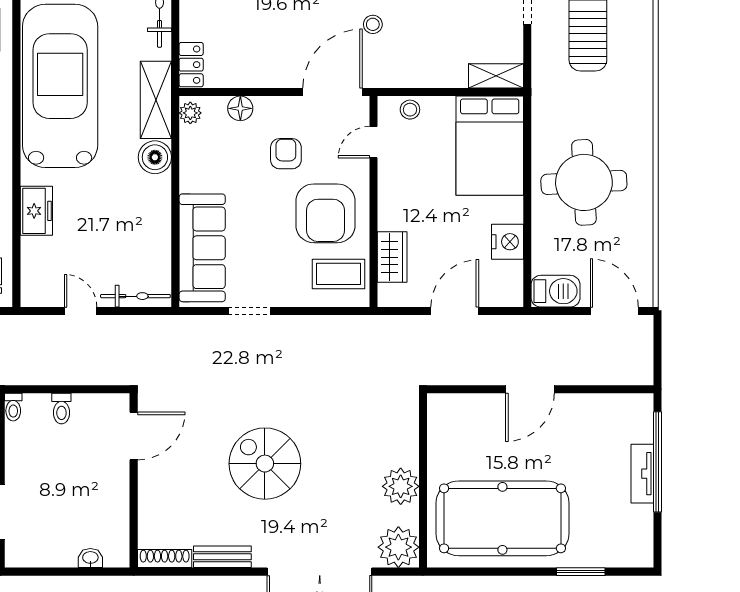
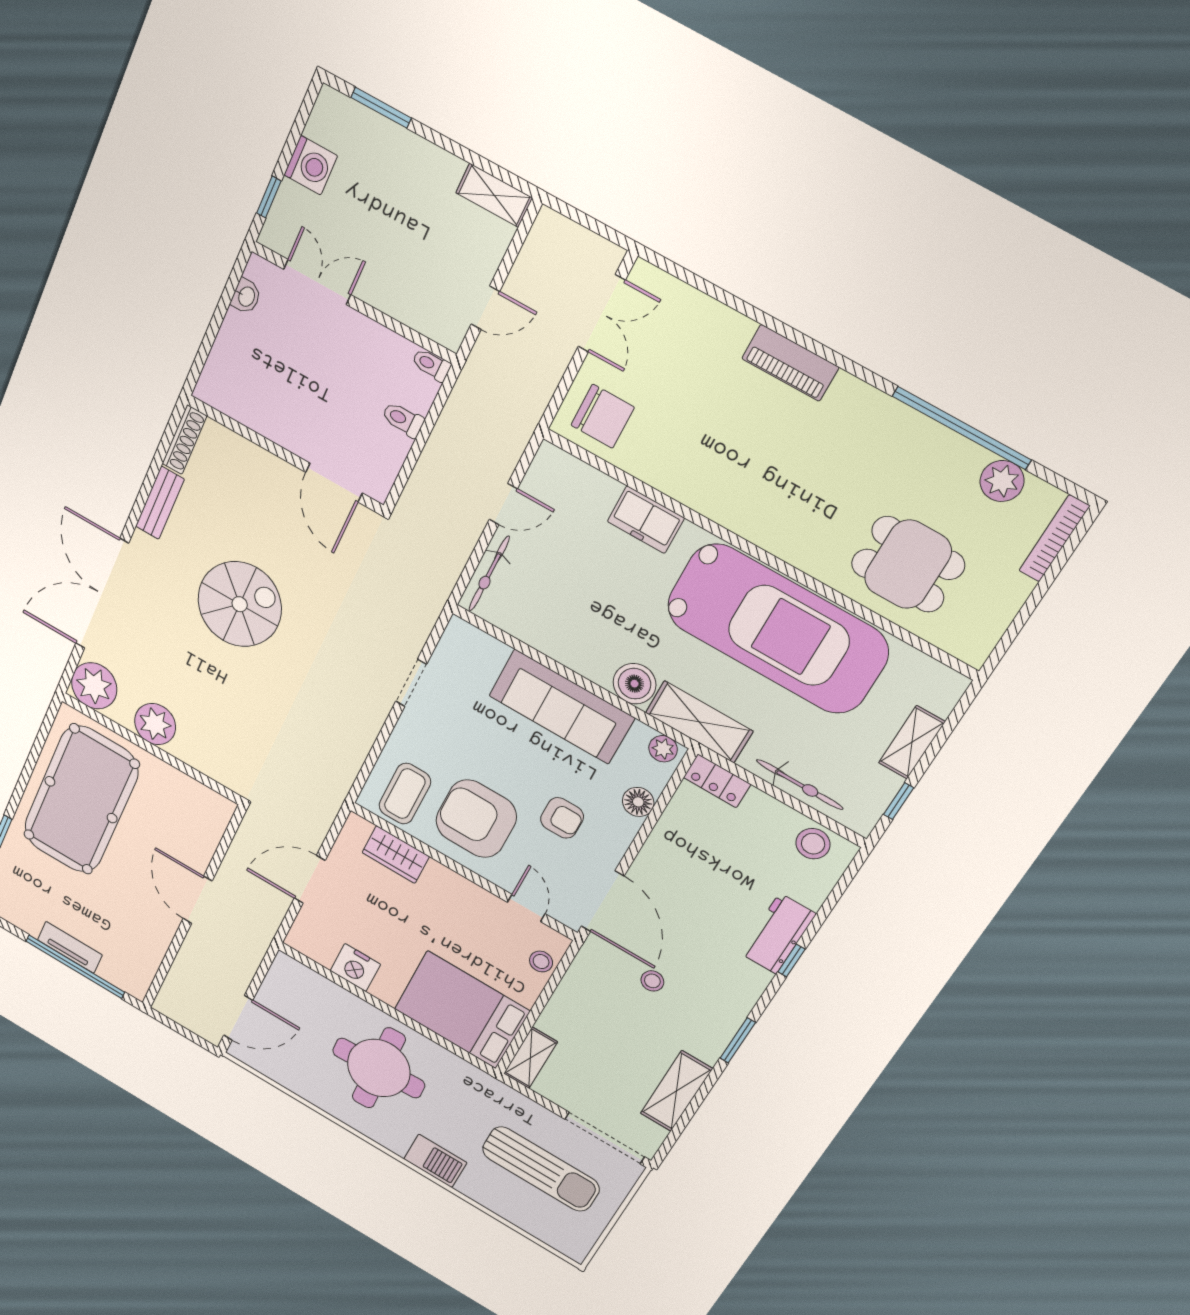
sofa: (202, 248) -> (562, 707), moved
barbecue: (555, 291) -> (435, 1161), moved, turned -90
door: (455, 311) -> (310, 879), swing flipped
washbasin: (90, 558) -> (246, 296), moved

